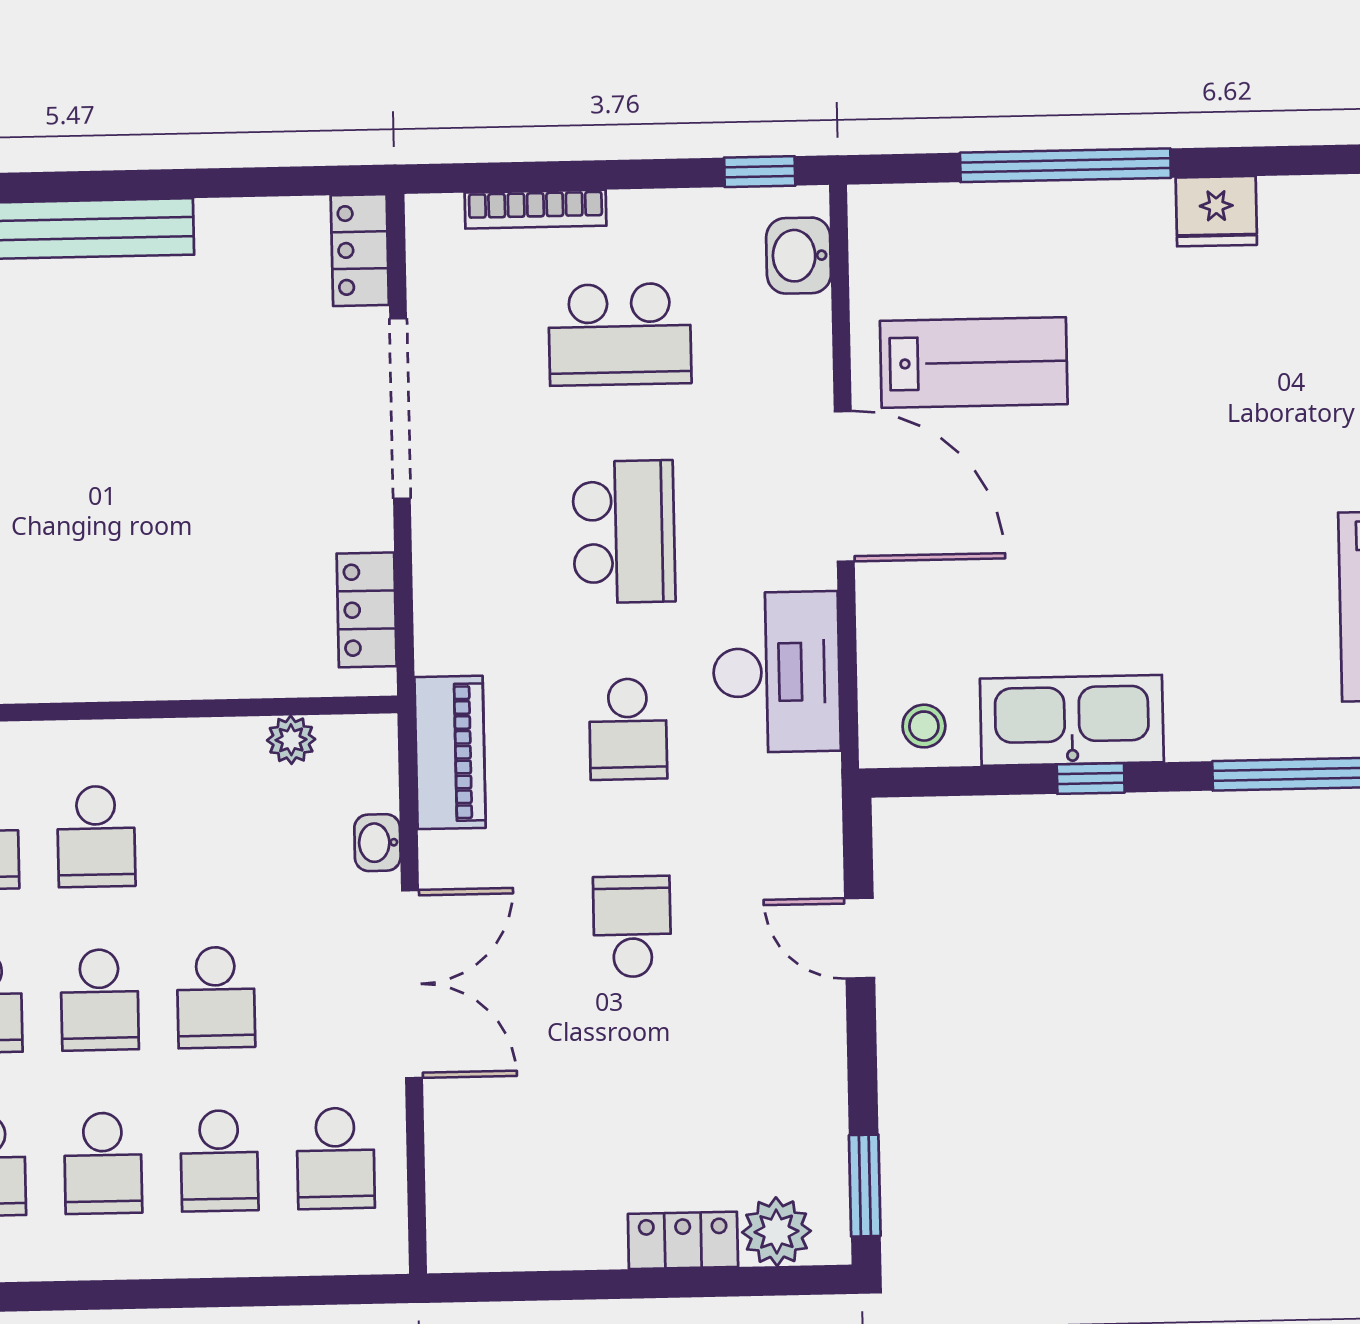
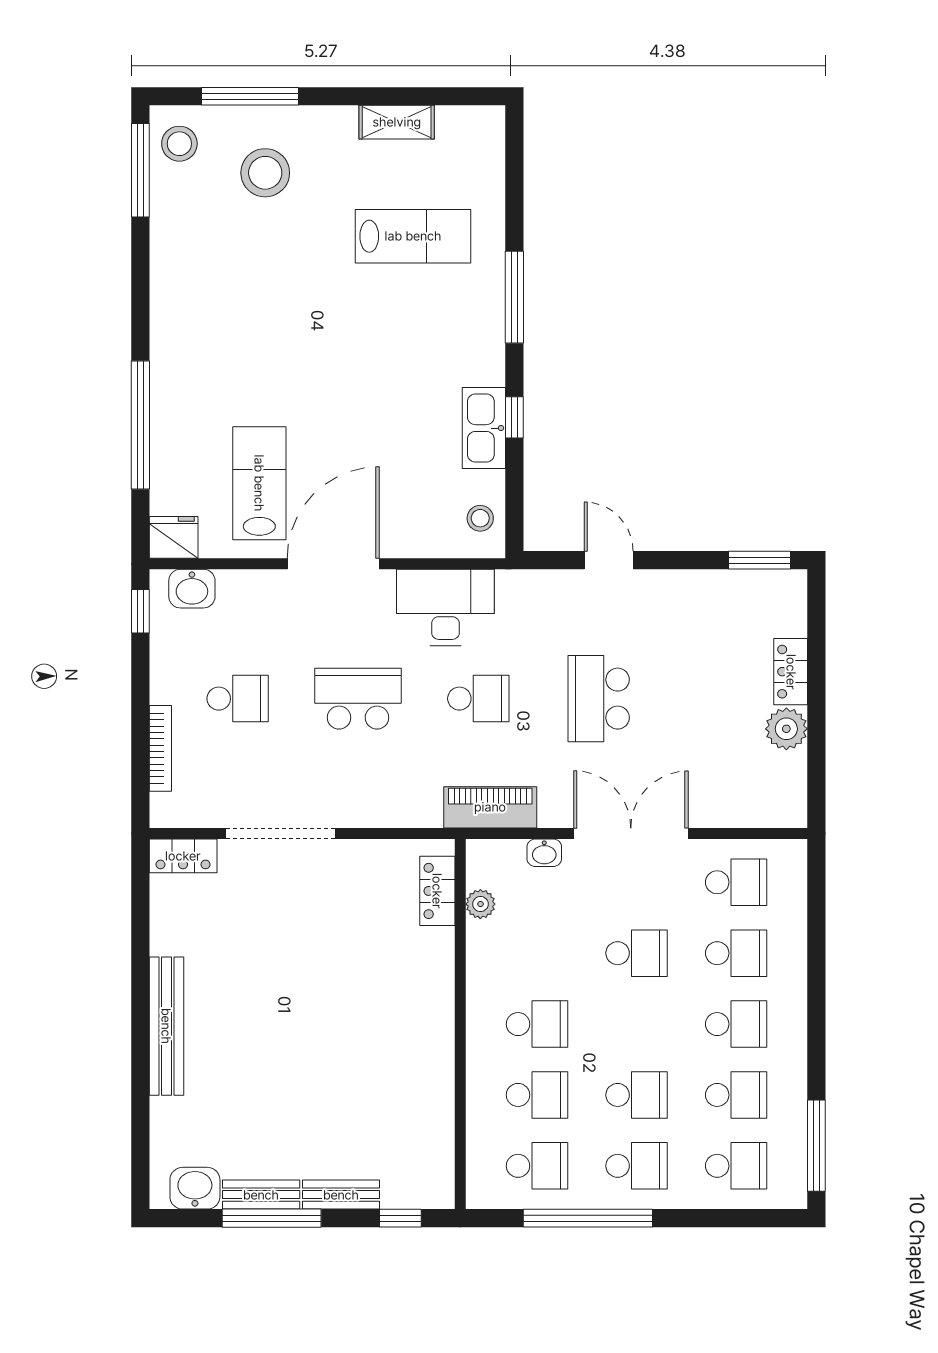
fridge: (1216, 211) -> (174, 537), moved, turned -90
school desk: (620, 334) -> (238, 699), width x0.54
locker: (367, 610) -> (437, 891), moved, turned 90
kitchen sink: (1072, 720) -> (484, 428), width x0.73, depth x0.81
school desk: (632, 927) -> (599, 699), width x1.85
door: (860, 938) -> (609, 560), swing flipped
school desk: (100, 1000) -> (637, 1024), removed
plant: (777, 1232) -> (786, 729), moved

